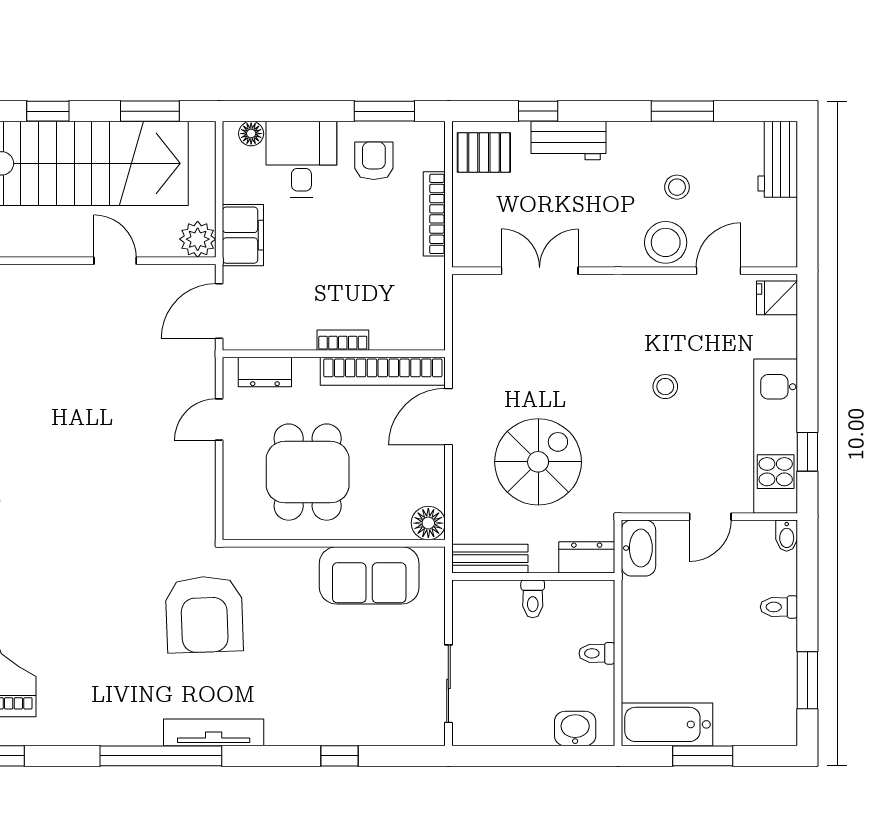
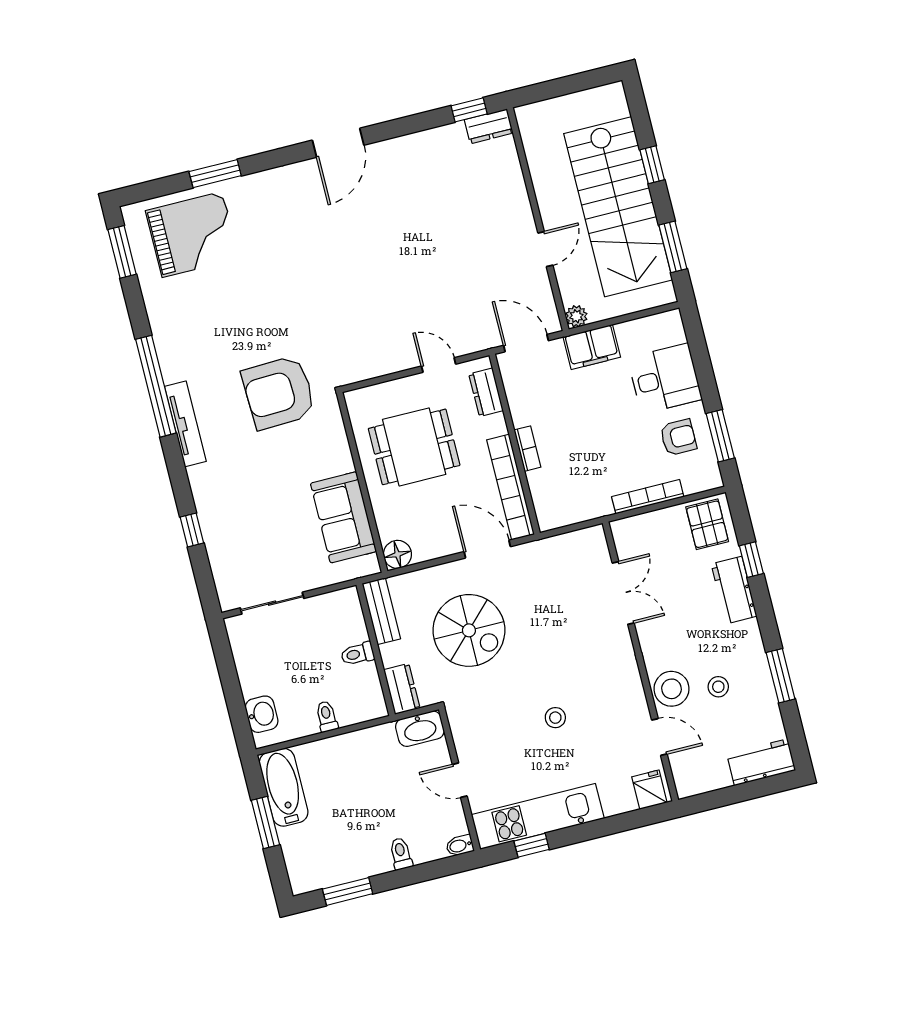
floor lamp: (251, 134) -> (675, 333), removed
plant: (198, 239) -> (576, 316), width x0.73, depth x0.73

